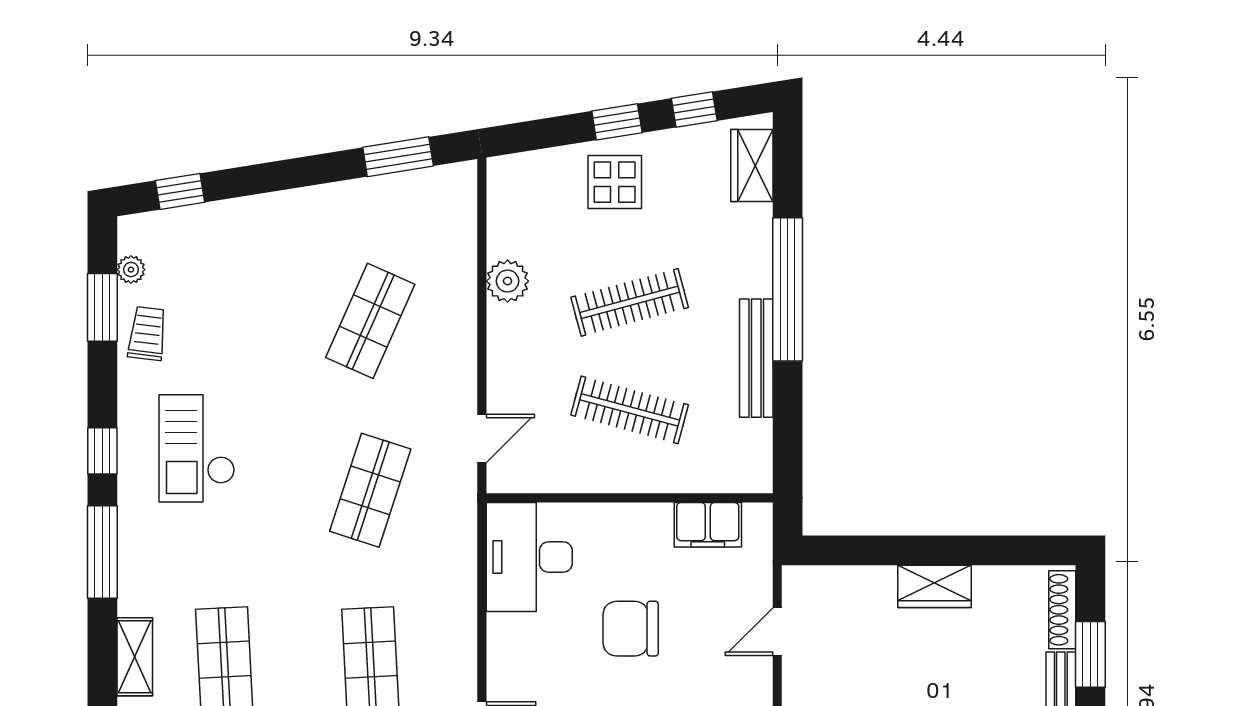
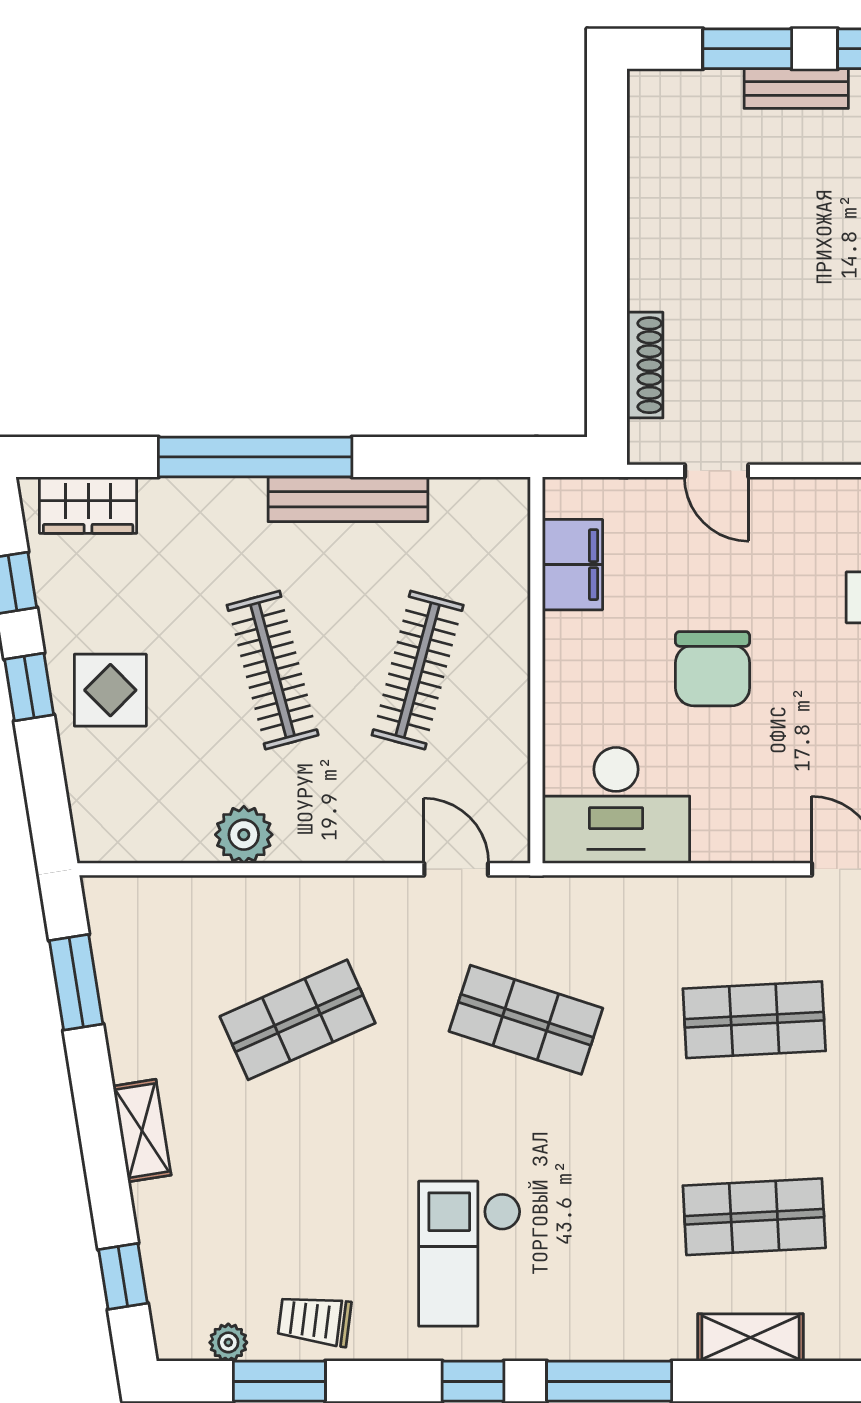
shelving: (288, 206) -> (142, 1131), added
shop shelf: (370, 321) -> (298, 1020), turned -48
checkout: (197, 448) -> (470, 1254), turned 90
wardrobe: (934, 586) -> (656, 259), removed
shoe rack: (1062, 610) -> (645, 365), moved, turned -90

